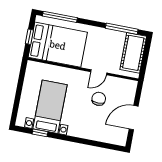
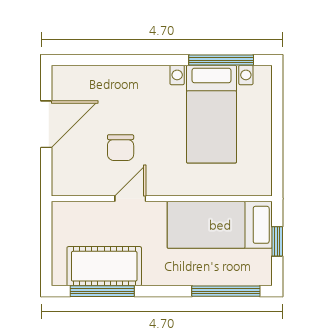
bed: (58, 45) -> (220, 225), width x0.67
cot: (133, 53) -> (104, 266), moved, turned 90
window: (40, 133) -> (221, 60), width x2.17

